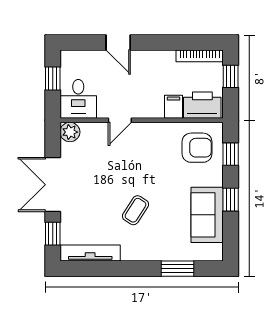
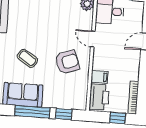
armchair: (197, 148) -> (67, 62), moved, turned -110
window: (231, 200) -> (32, 112), width x2.17
coffee table: (136, 210) -> (27, 58), moved

